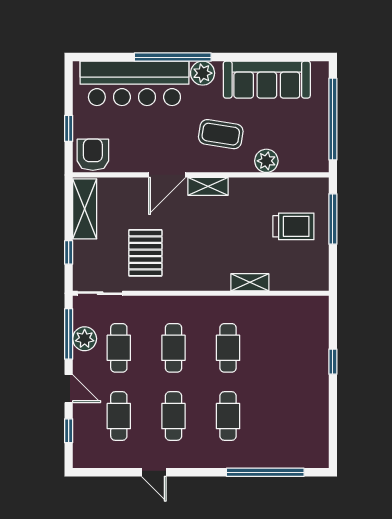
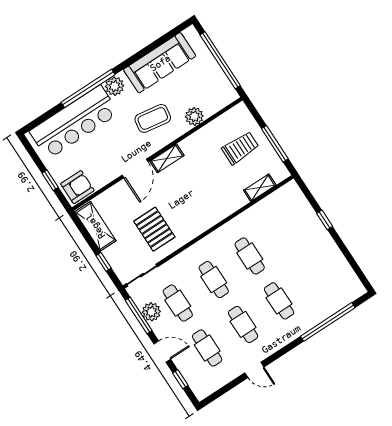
armchair: (93, 155) -> (77, 187), turned 90
window: (333, 219) -> (275, 144), moved
shelving: (250, 282) -> (260, 188), moved

